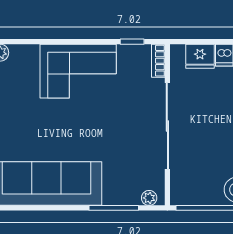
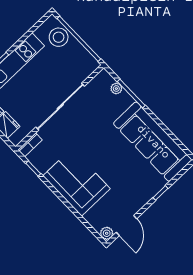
plant: (149, 198) -> (116, 89), moved

